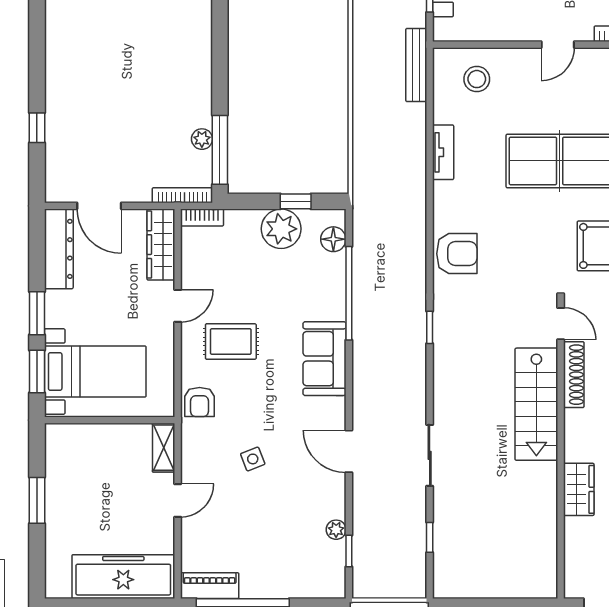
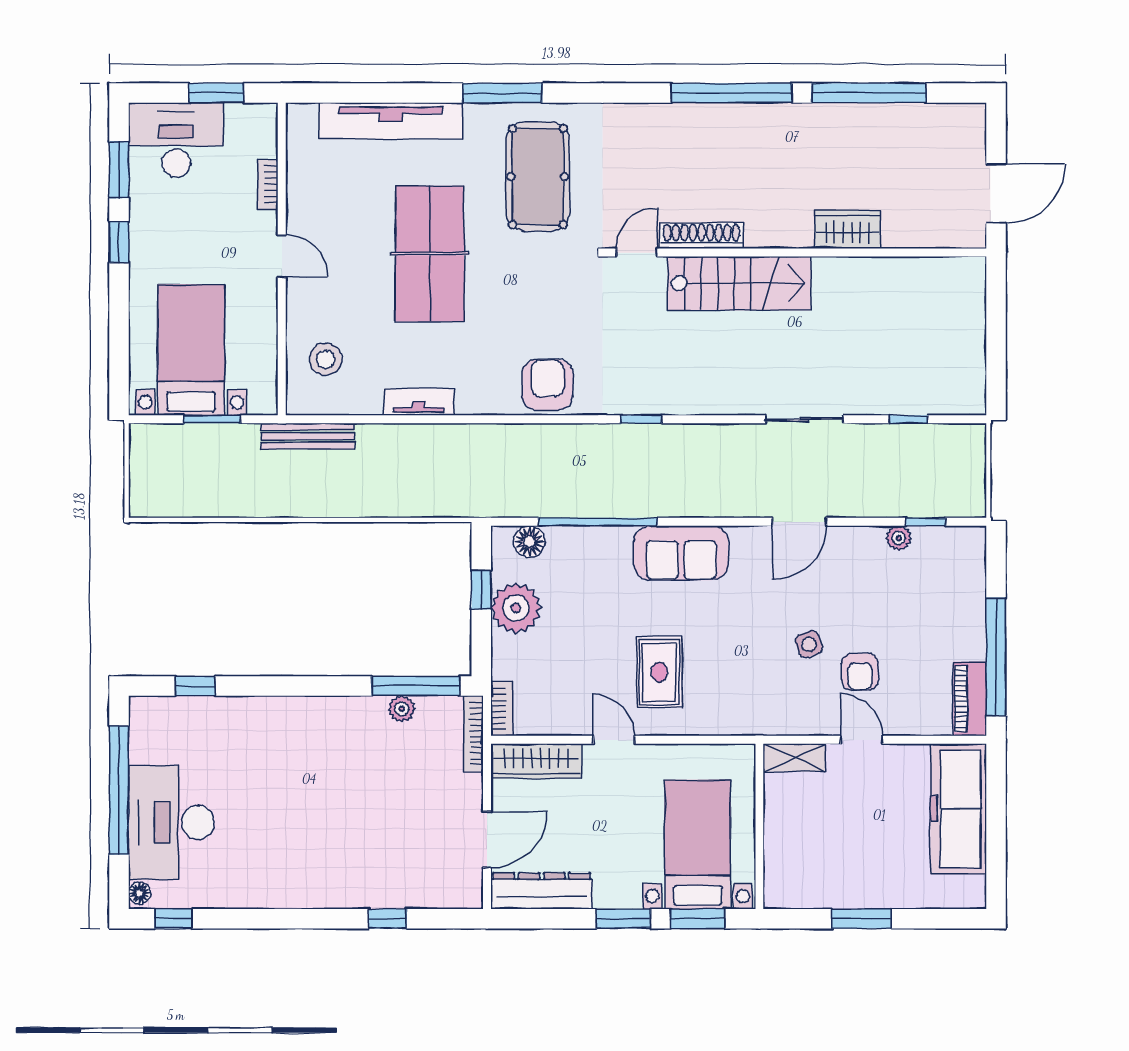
armchair: (200, 402) -> (860, 672), moved, turned 90

